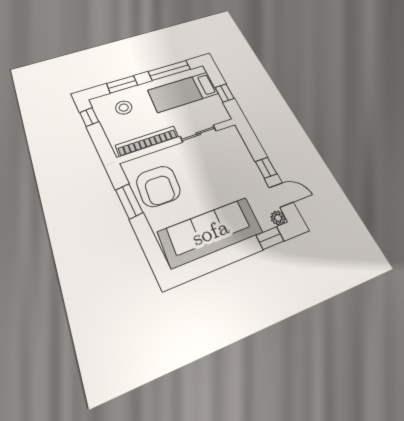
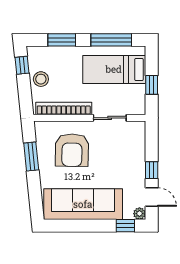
stool: (124, 108) -> (41, 79), moved
armchair: (158, 186) -> (72, 150), moved

